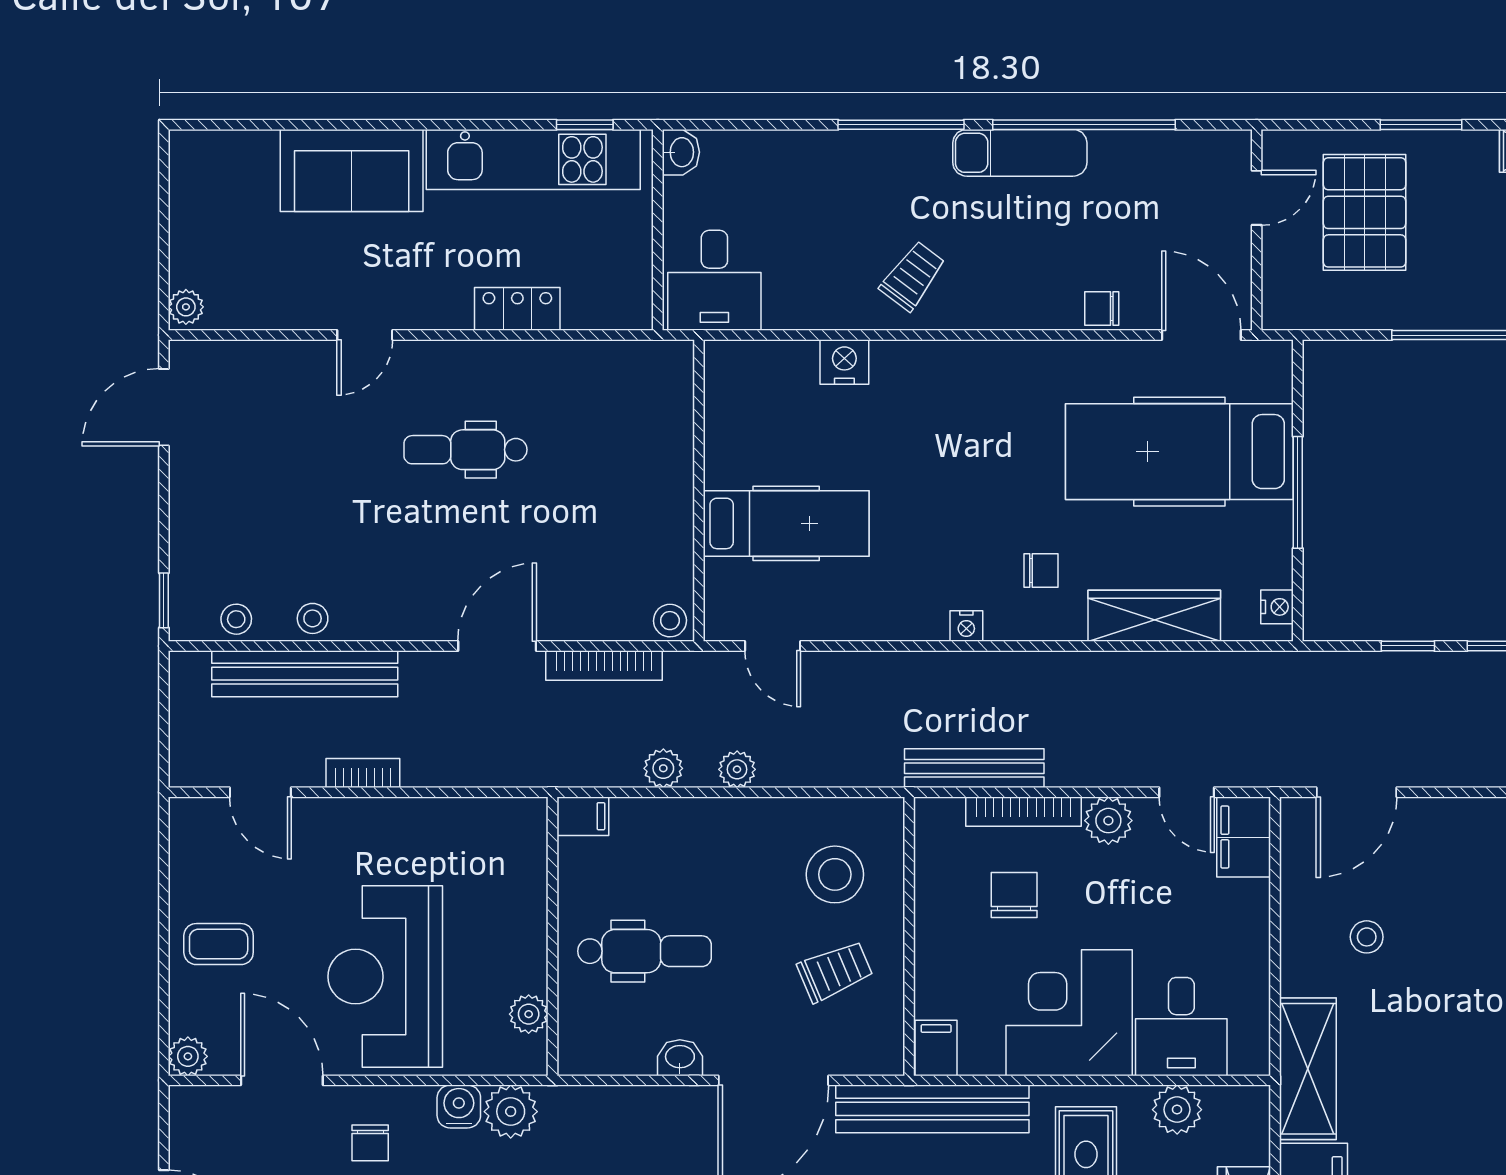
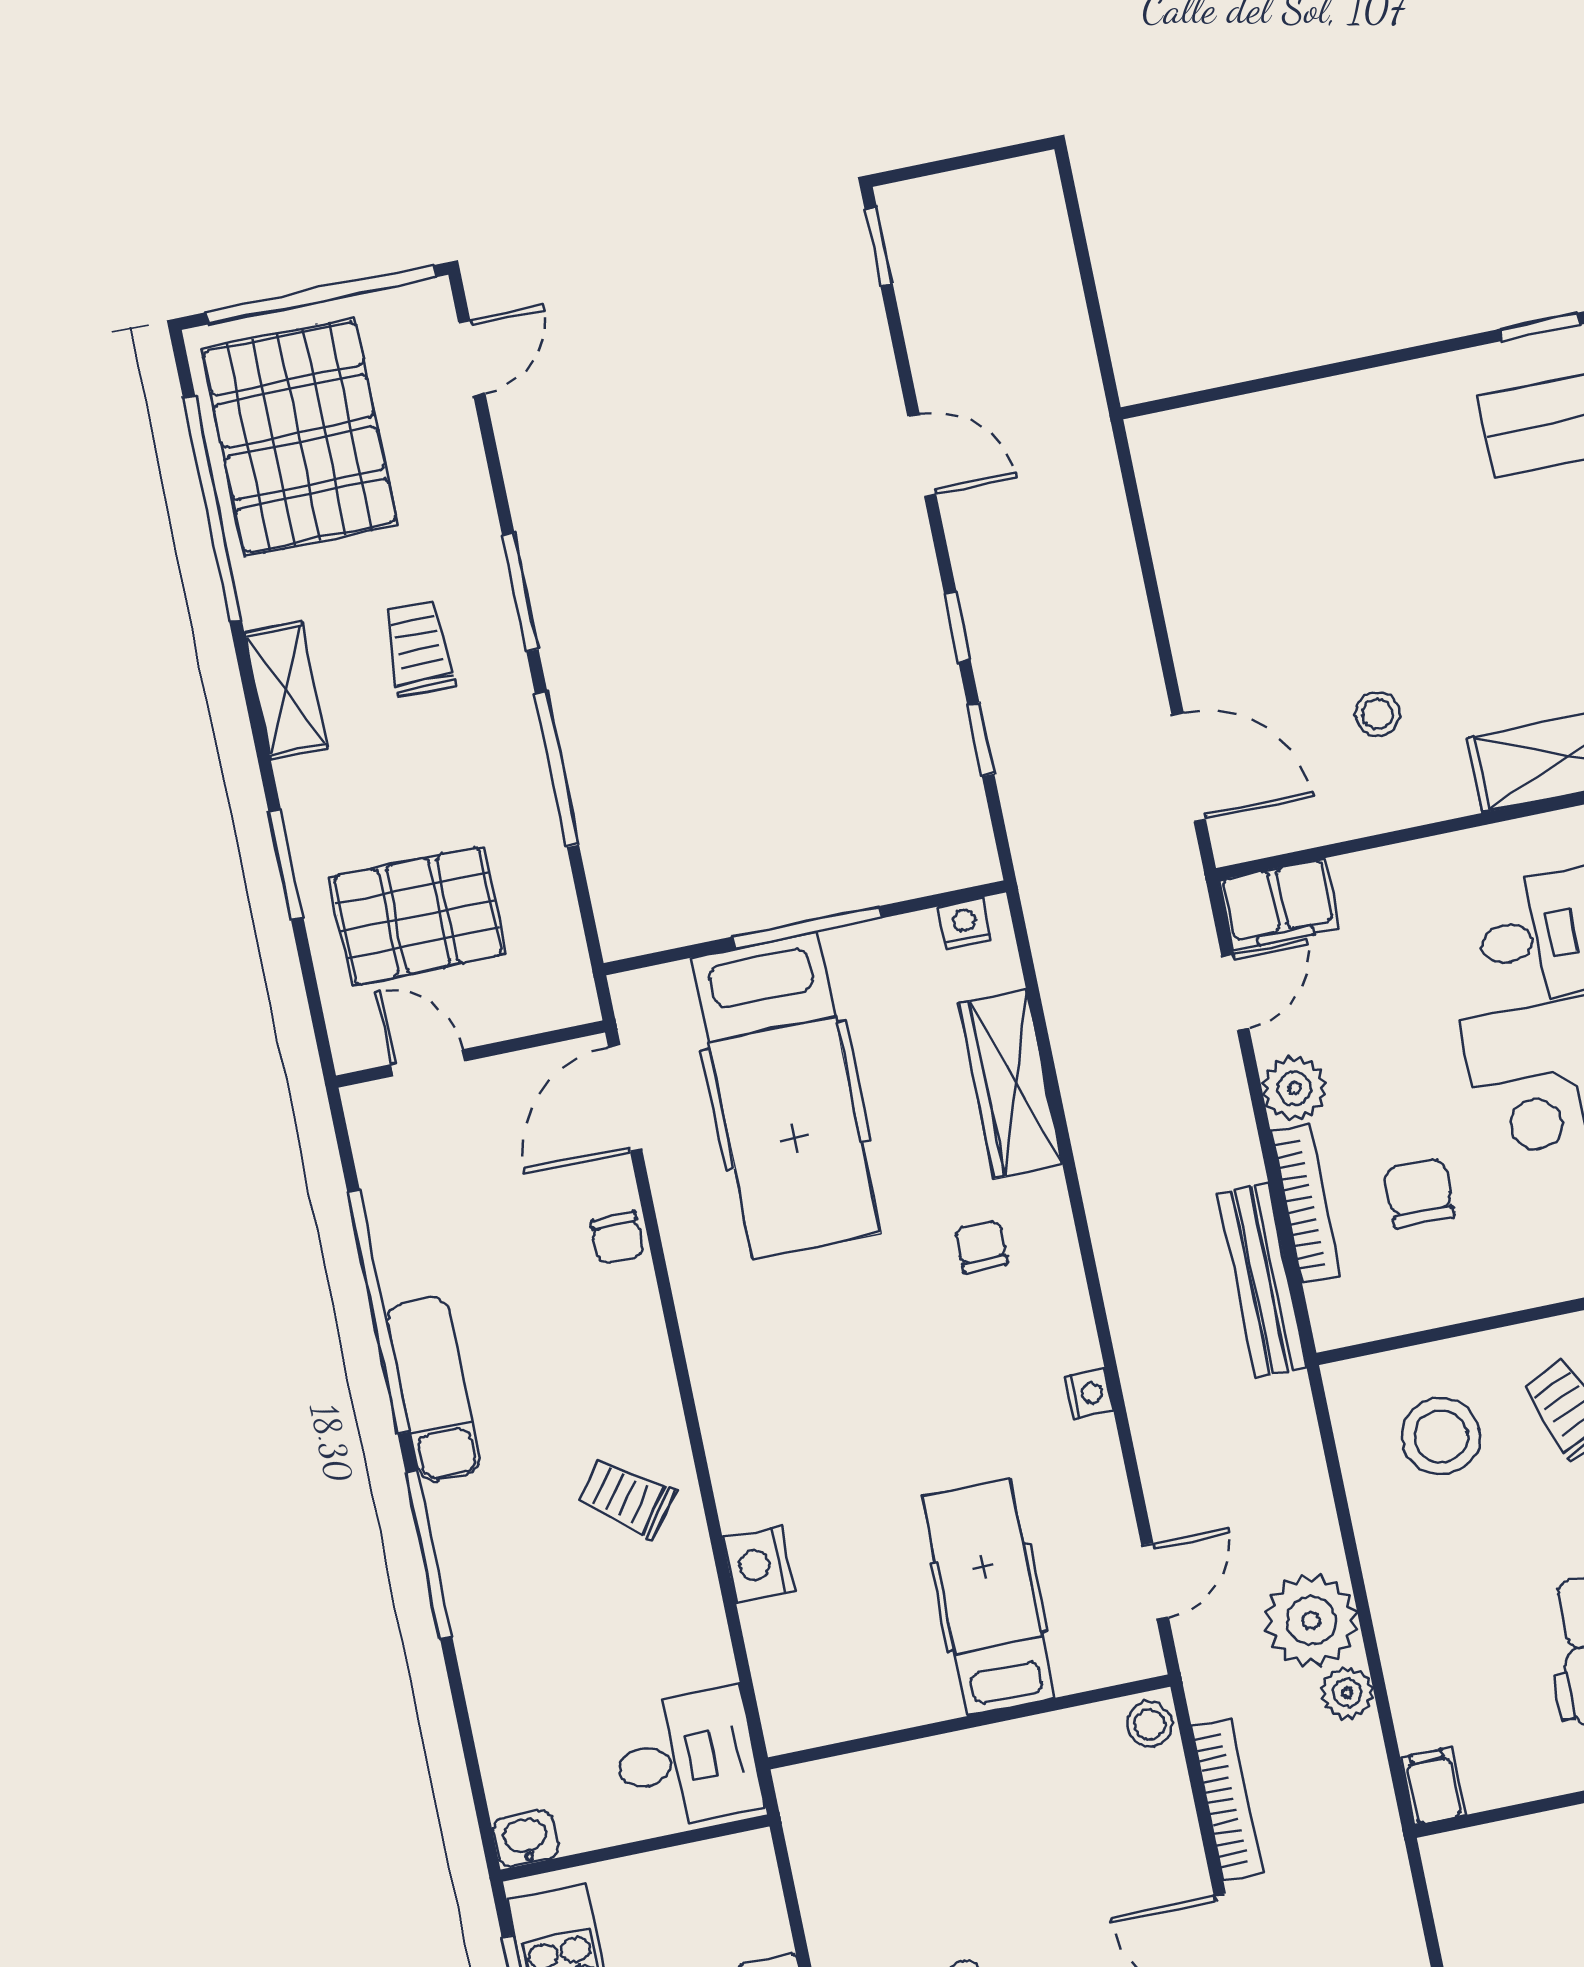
nightstand: (966, 626) -> (1089, 1394), moved
plant: (737, 769) -> (1311, 1621), width x1.88, depth x1.88
chair: (1014, 895) -> (1419, 1193), turned 90

